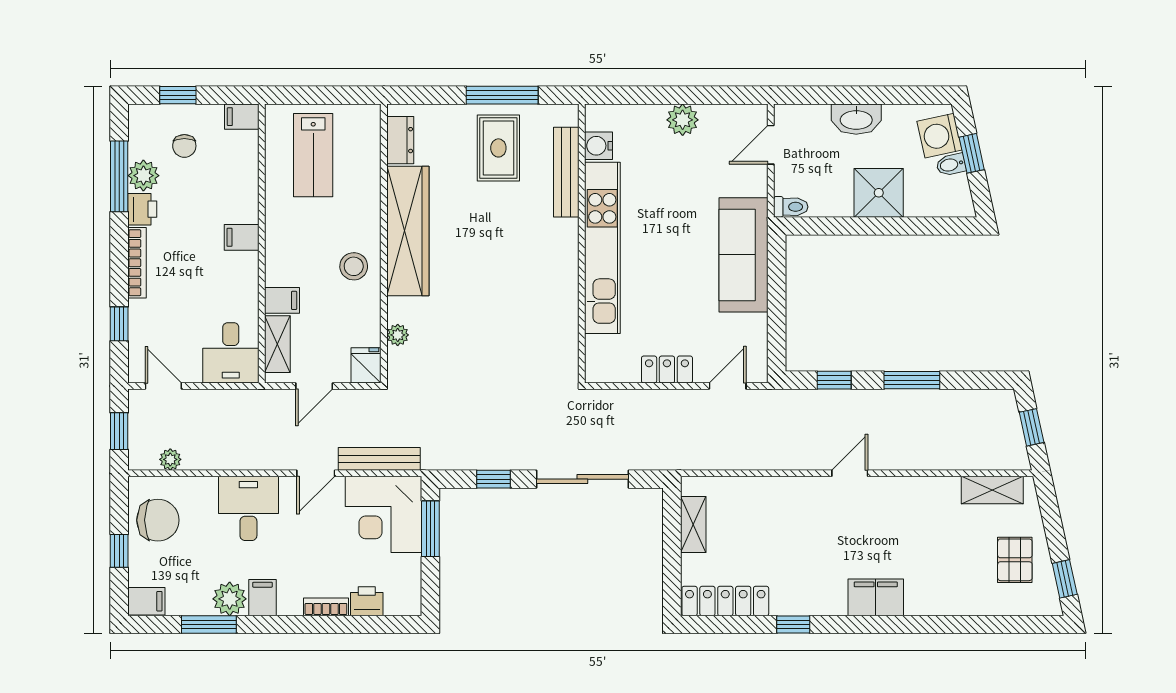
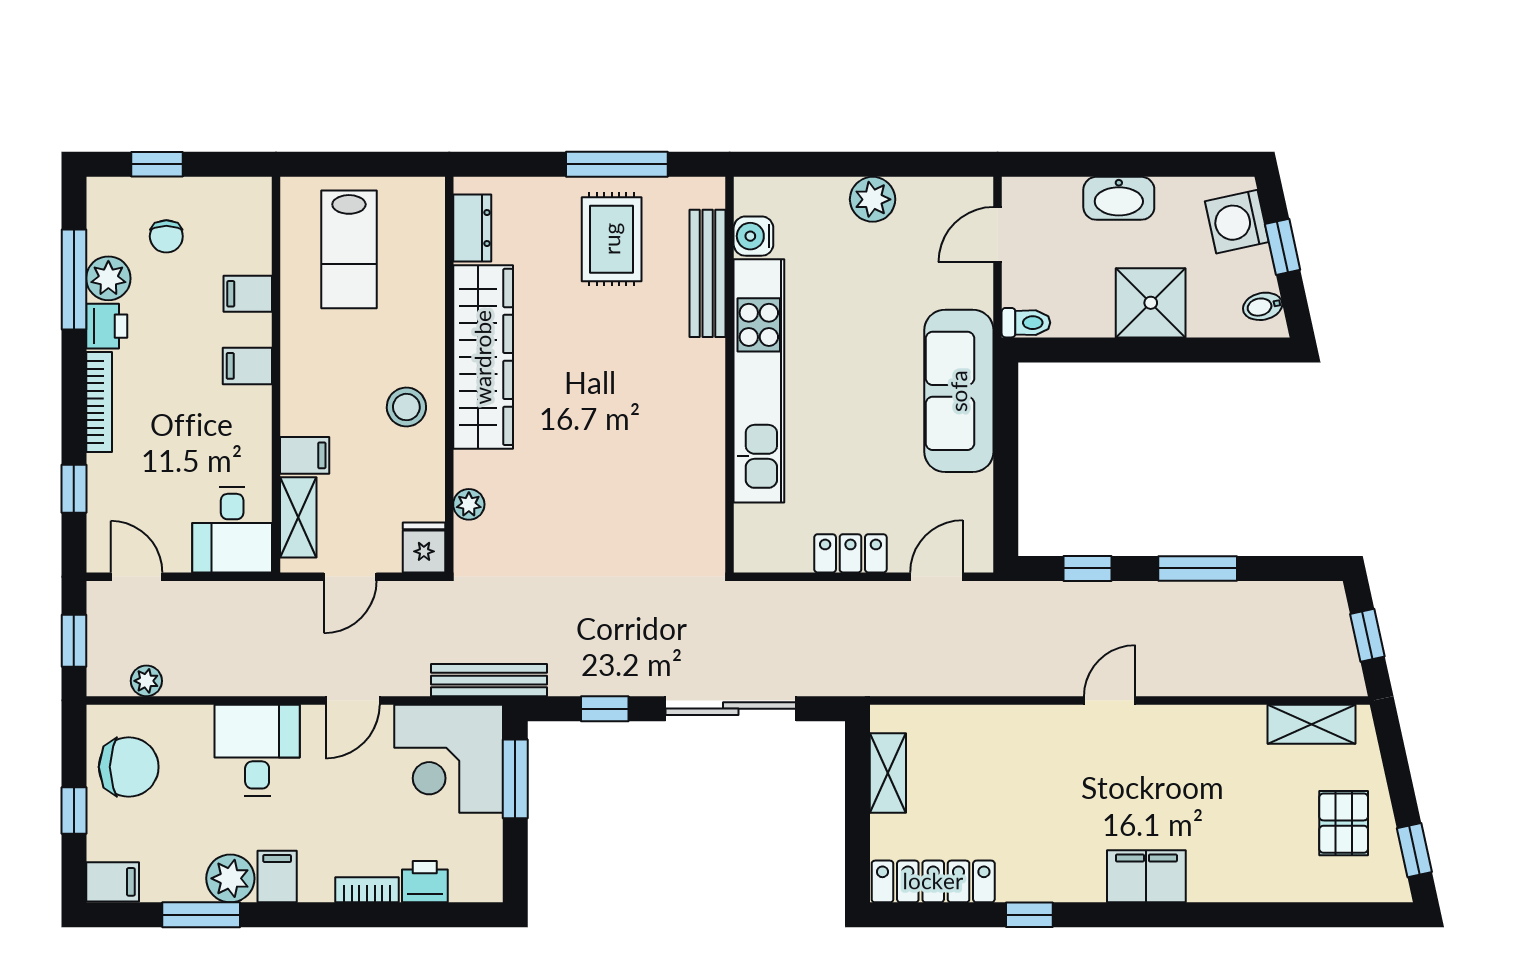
filing cabinet: (242, 117) -> (248, 294), moved
bidet: (951, 165) -> (1263, 306), moved
bench: (379, 459) -> (489, 680), moved

